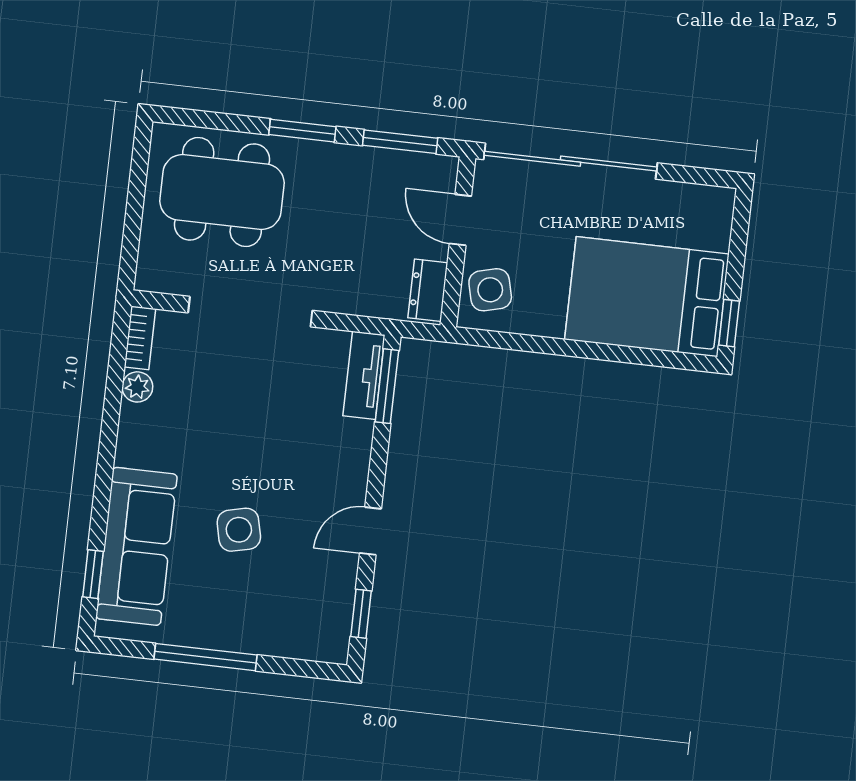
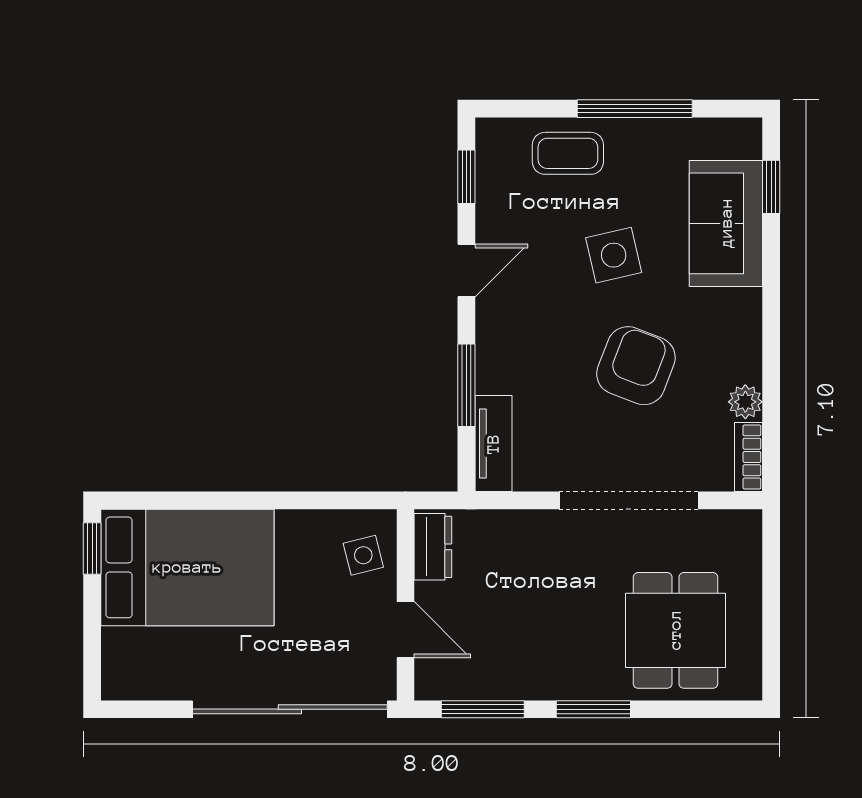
dining table: (222, 192) -> (675, 630), width x0.73
side table: (490, 290) -> (363, 555), width x0.73, depth x0.73
window: (387, 386) -> (466, 385), moved
armchair: (230, 430) -> (636, 366), added
sofa: (137, 546) -> (726, 223), width x0.73
coffee table: (269, 624) -> (568, 153), added

